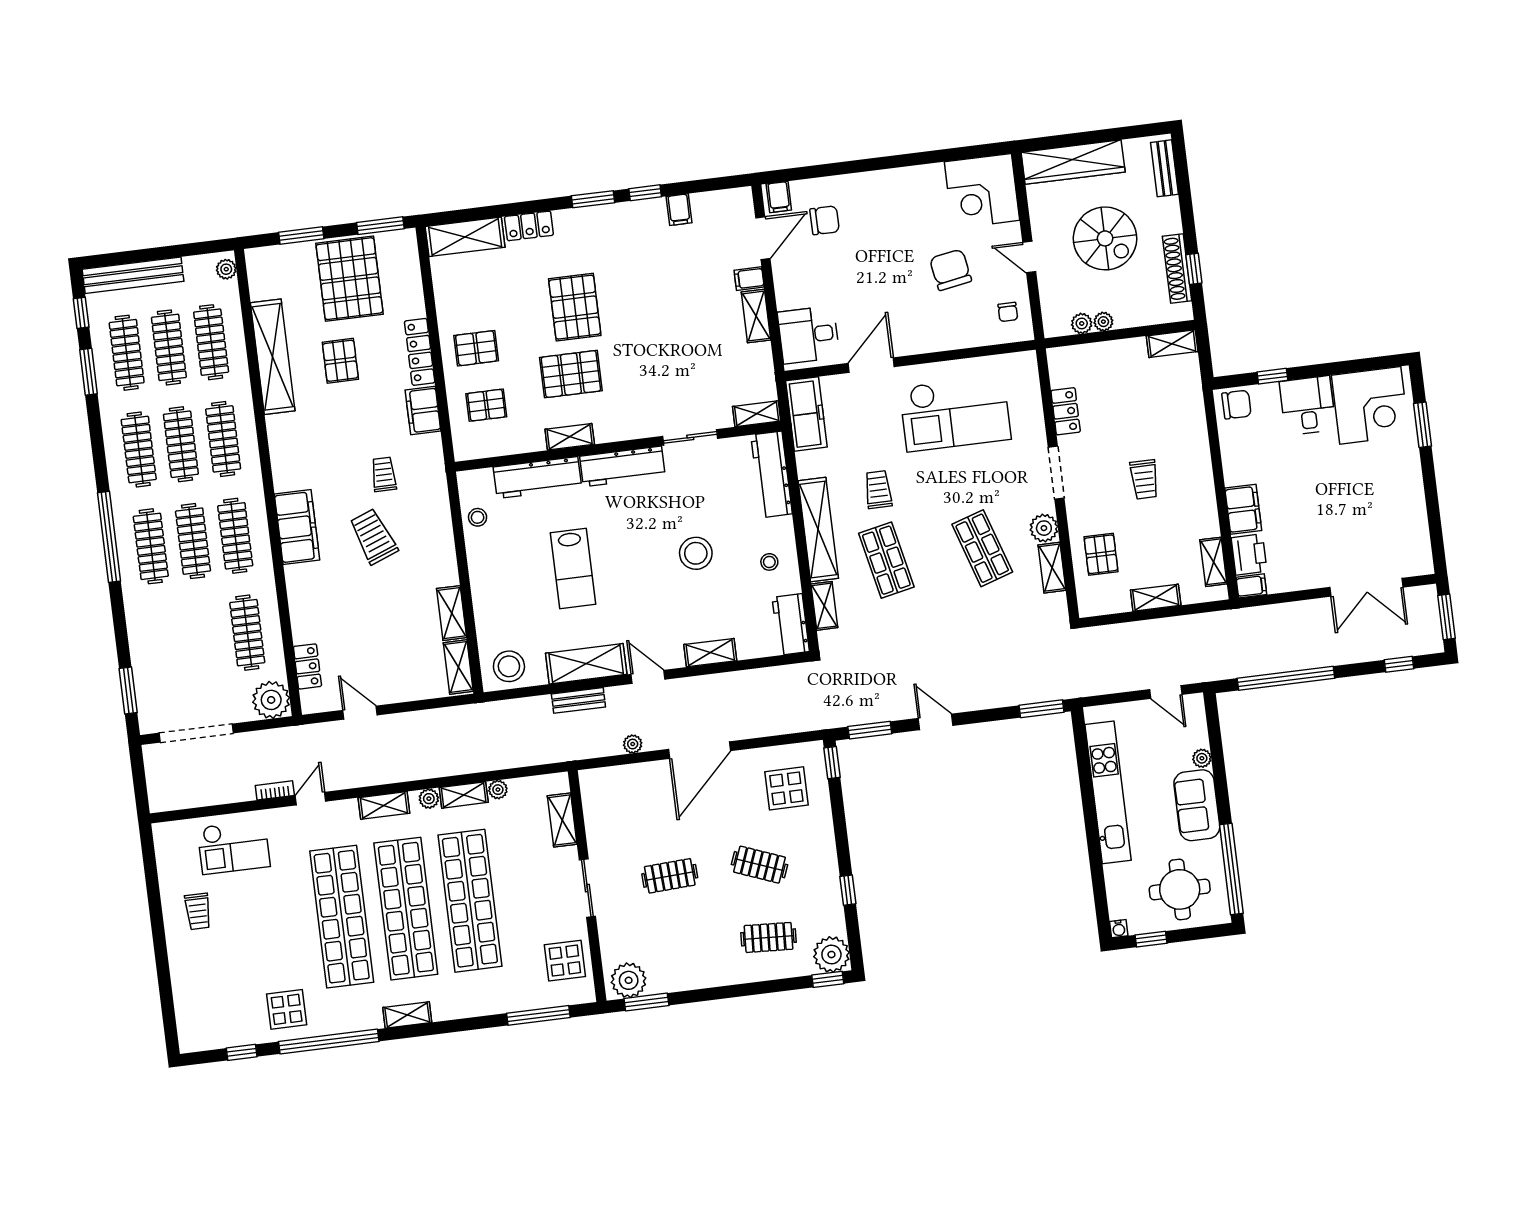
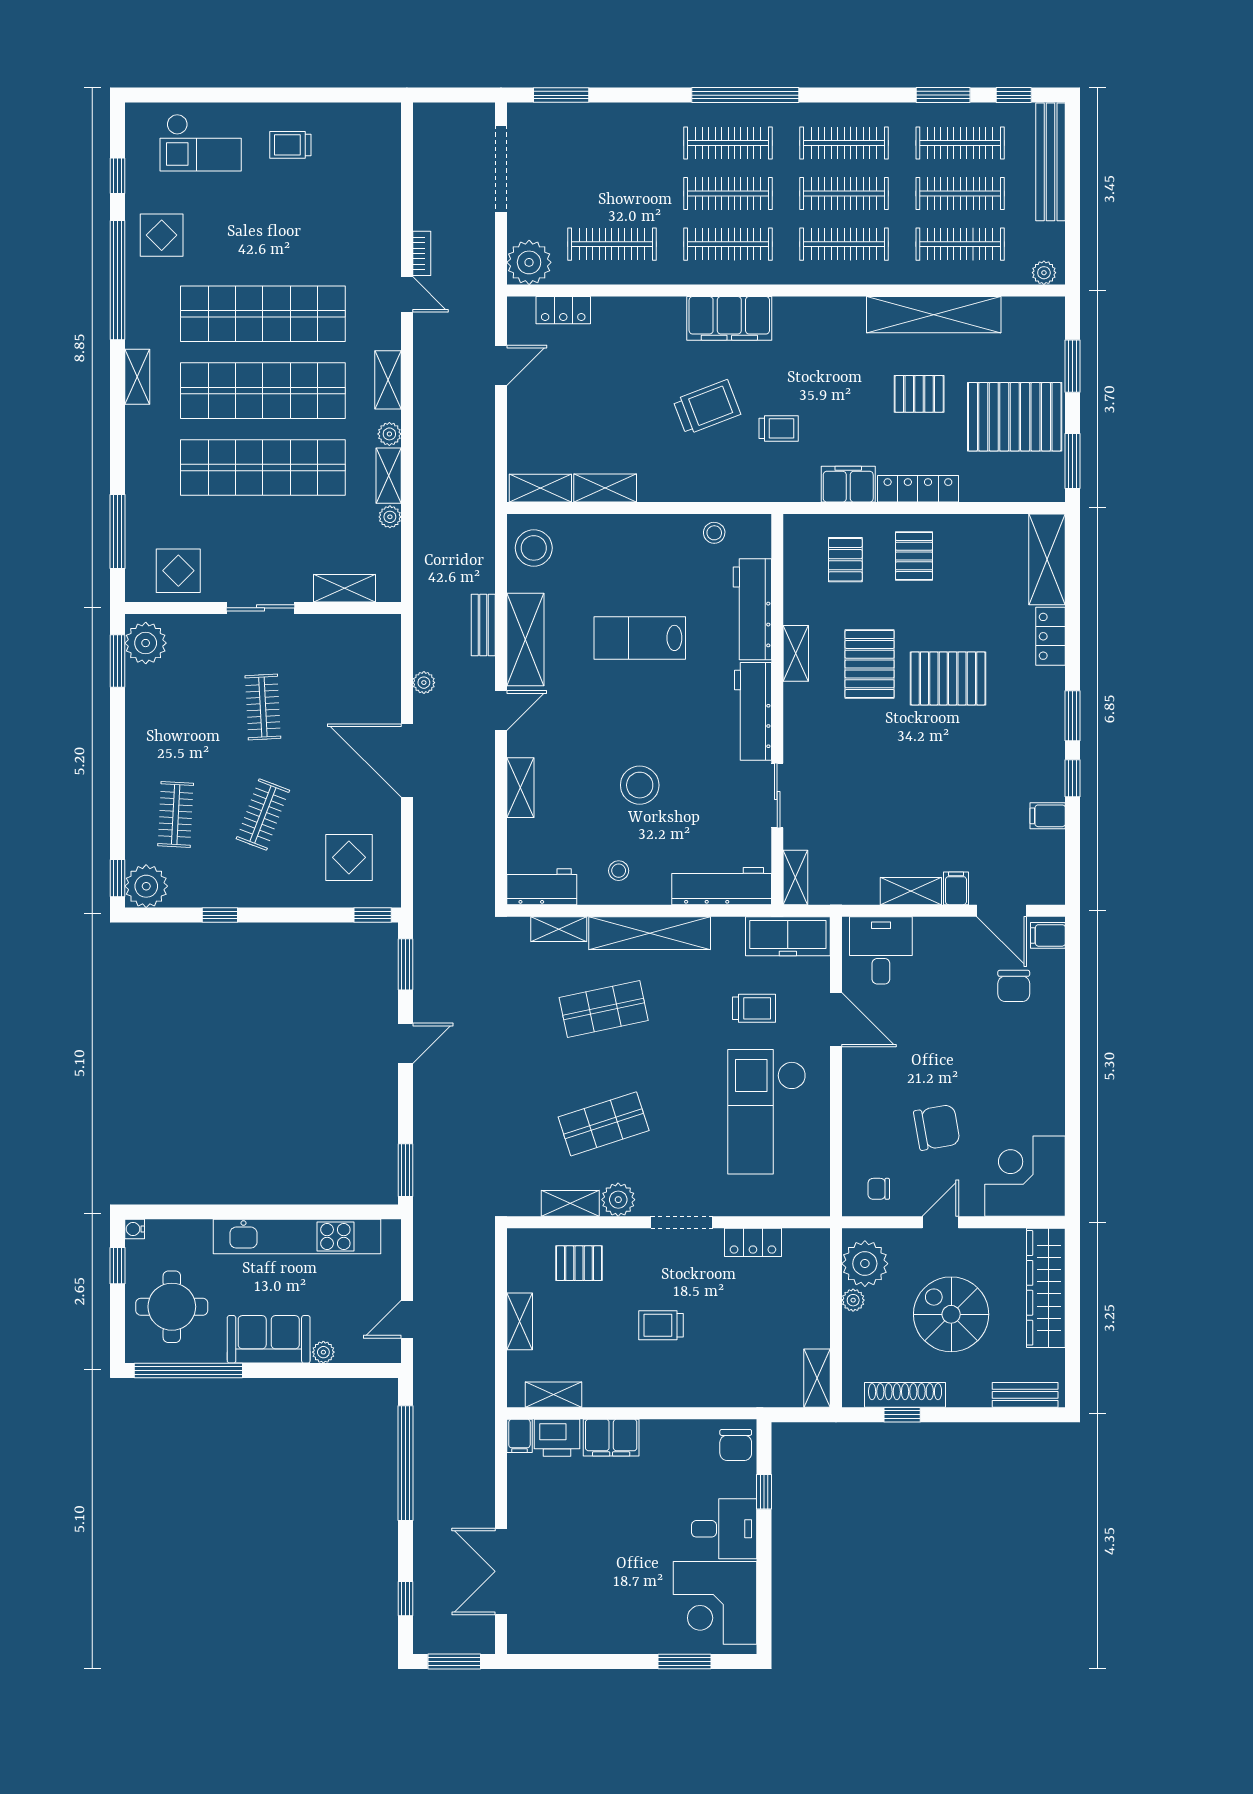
spiral stairs: (1105, 238) -> (951, 1314), turned 90
plant: (1082, 323) -> (865, 1264), width x1.88, depth x1.88
trolley: (878, 490) -> (754, 1008), moved
checkout: (234, 847) -> (201, 143), moved, turned -90

